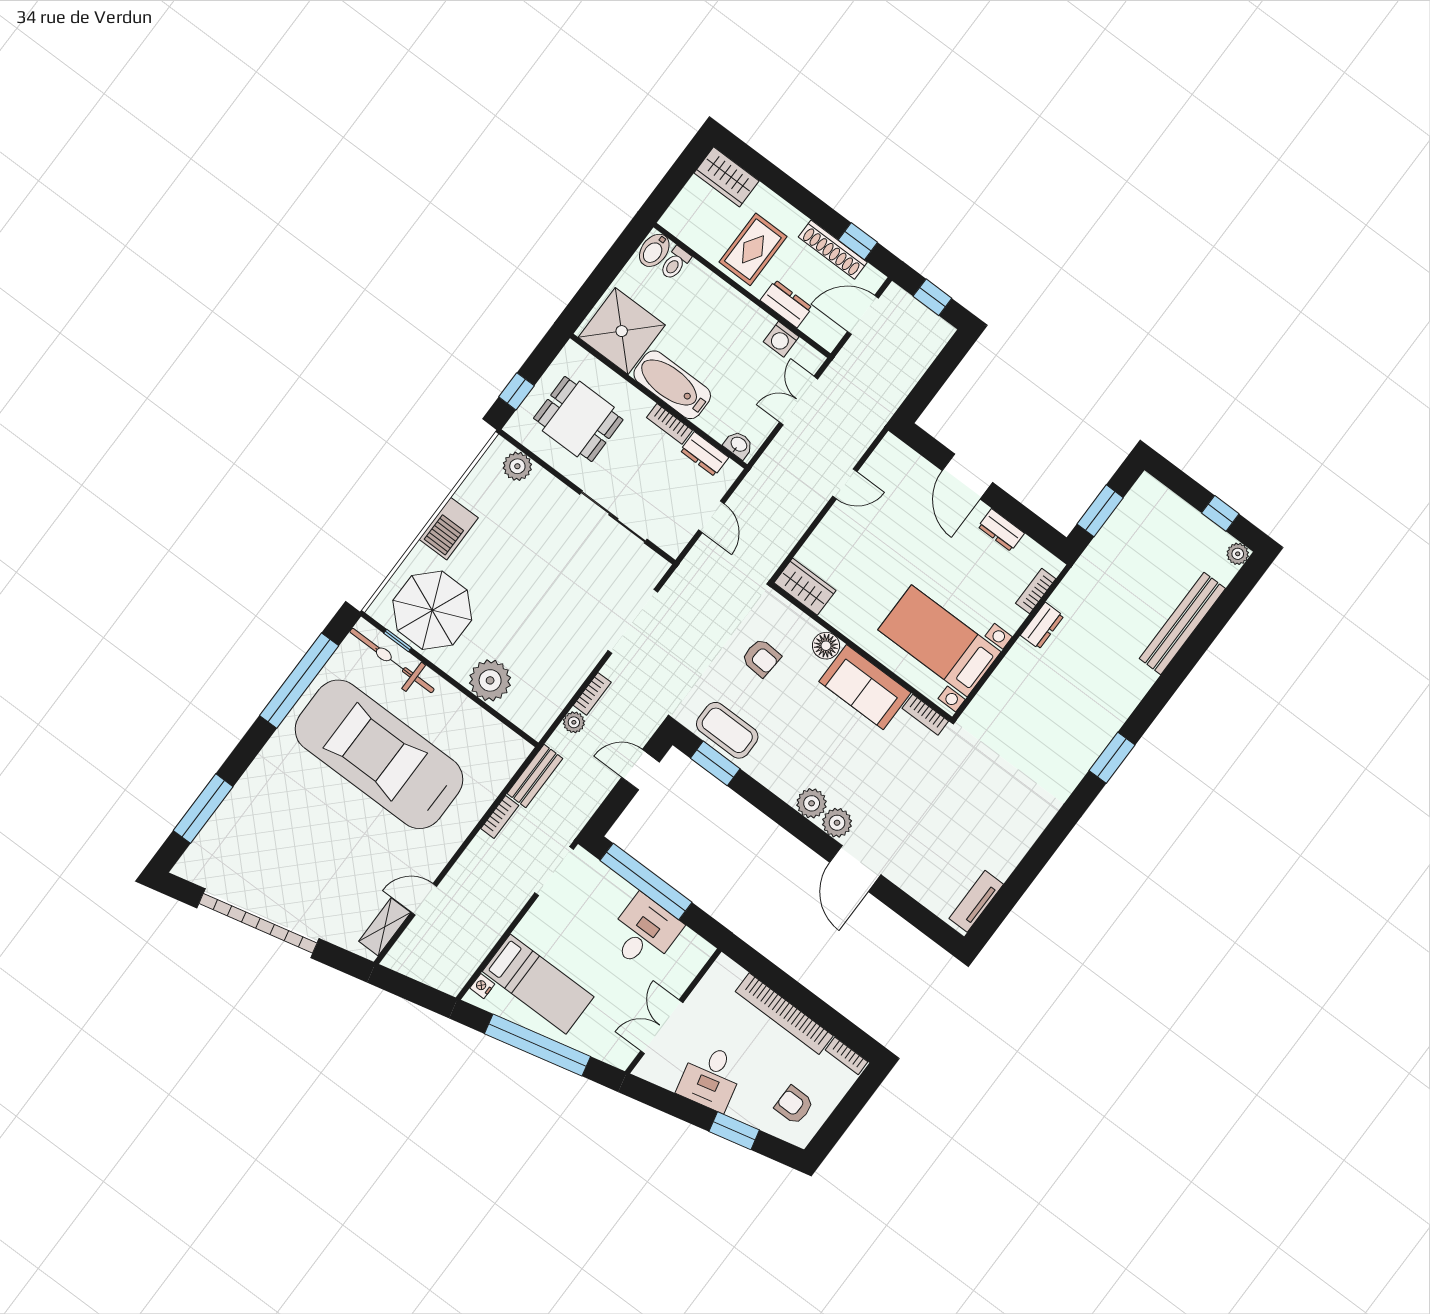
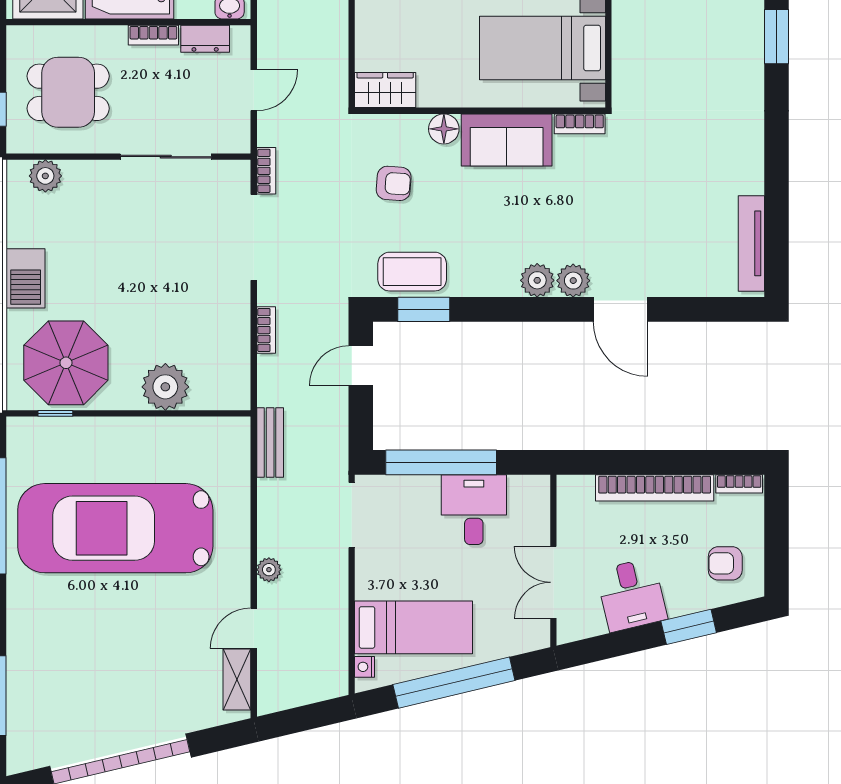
door: (711, 517) -> (254, 90), hinge flipped
bicycle: (392, 661) -> (64, 435), removed
plant: (574, 722) -> (269, 570), moved
bookcase: (500, 817) -> (266, 171), moved
tv unit: (976, 901) -> (751, 243), width x1.41

